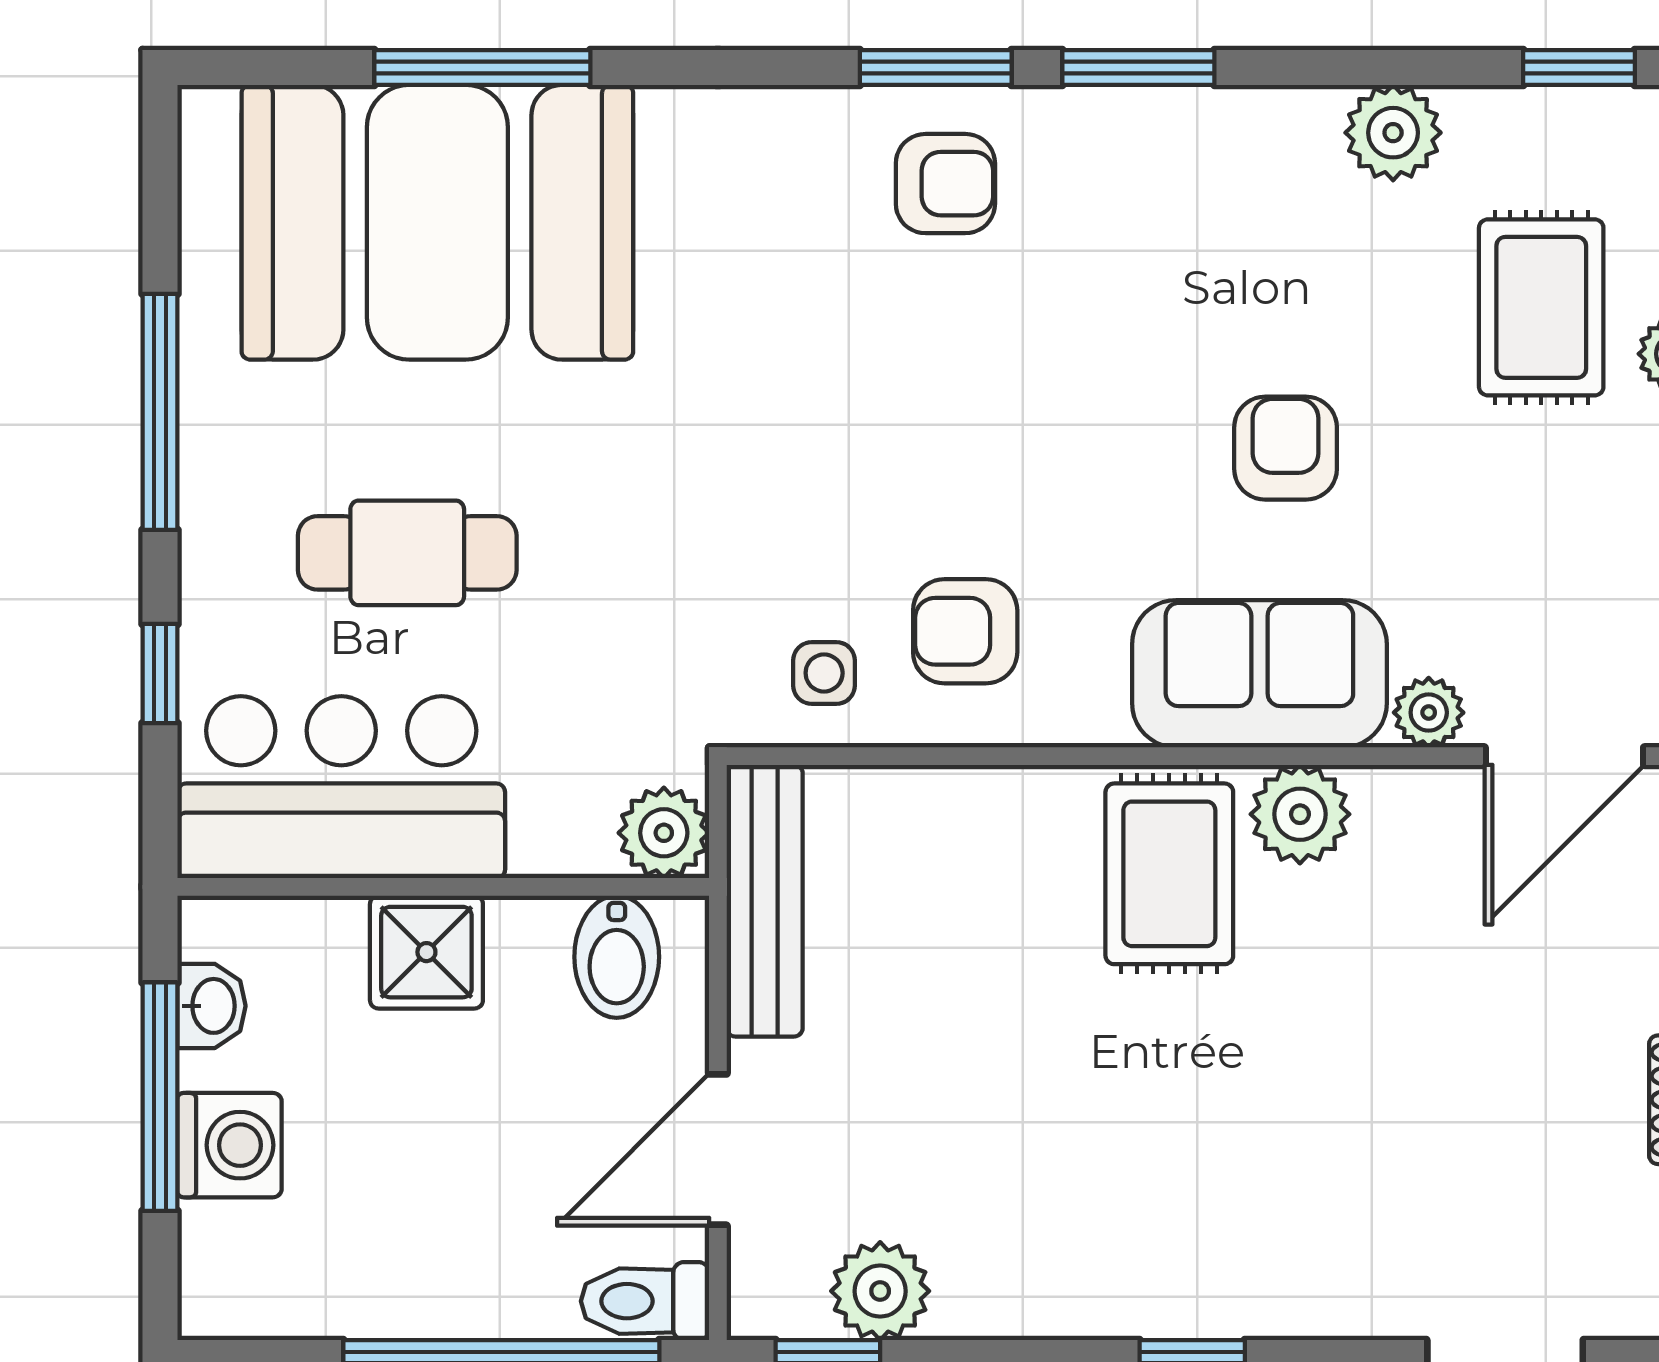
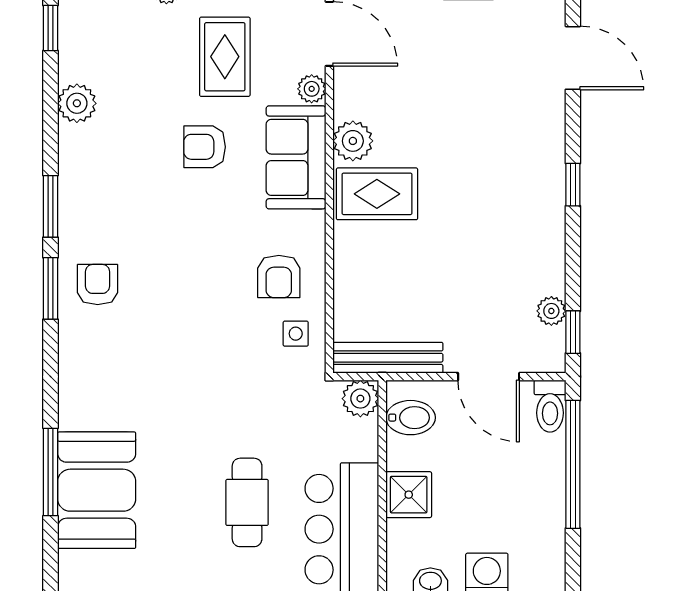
booth: (437, 222) -> (97, 490), width x0.73, depth x0.70
rug: (1541, 307) -> (225, 57), moved, turned 90
plant: (880, 1291) -> (551, 311), width x0.73, depth x0.73

